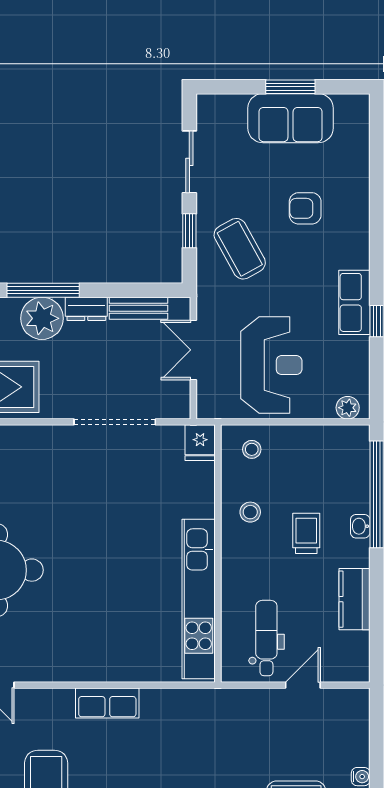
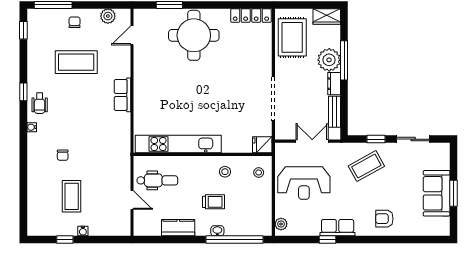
armchair: (305, 208) -> (384, 219), moved, turned -90

